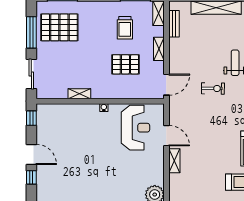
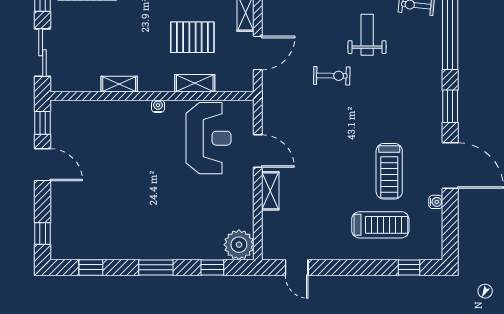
door: (166, 85) -> (258, 53), moved
shelving: (127, 93) -> (195, 83), added
door: (31, 154) -> (43, 165), moved
window: (31, 177) -> (43, 233), moved

